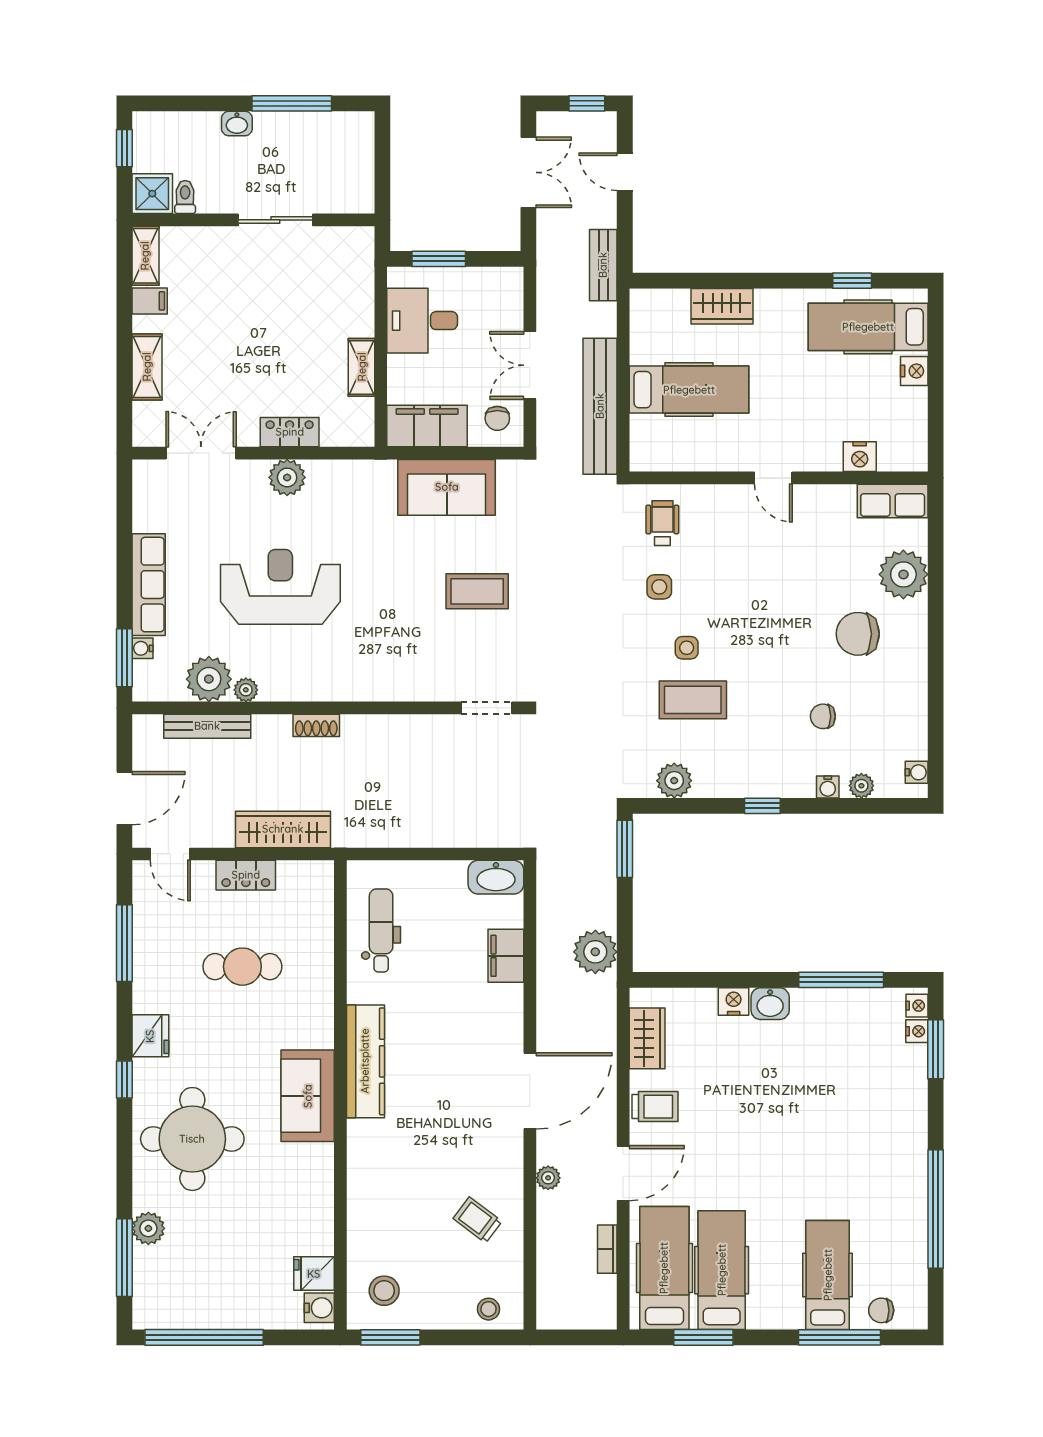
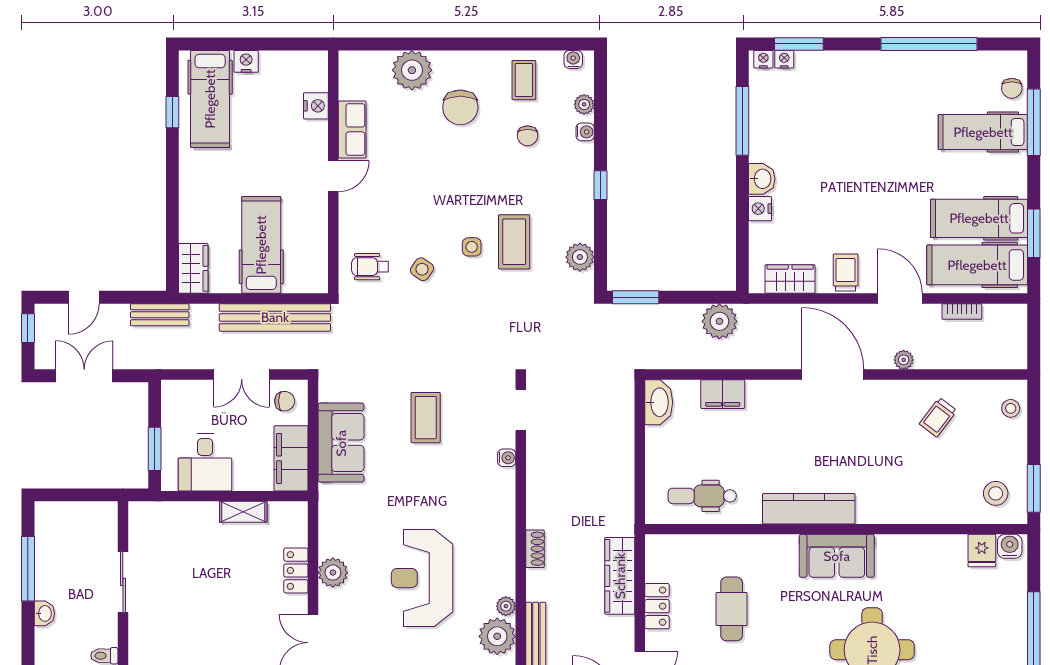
wardrobe: (722, 306) -> (193, 268), moved
row of seats: (893, 501) -> (352, 129), moved
side table: (659, 587) -> (422, 269), turned 35
water cooler: (428, 691) -> (507, 458), added
coffee table: (891, 712) -> (524, 80), added

